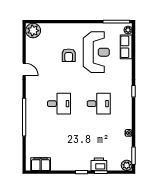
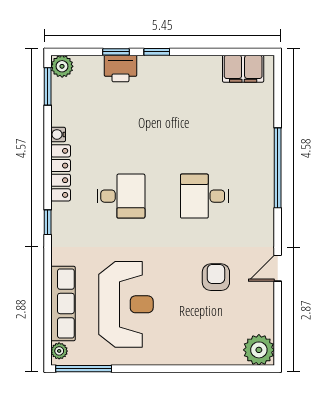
row of seats: (126, 47) -> (63, 303), width x1.48
reception desk: (96, 52) -> (126, 304), turned 180
armchair: (69, 55) -> (216, 277), moved
door: (24, 69) -> (278, 268), hinge flipped
desk: (99, 104) -> (121, 196), turned 180
locker: (127, 115) -> (61, 173), added

